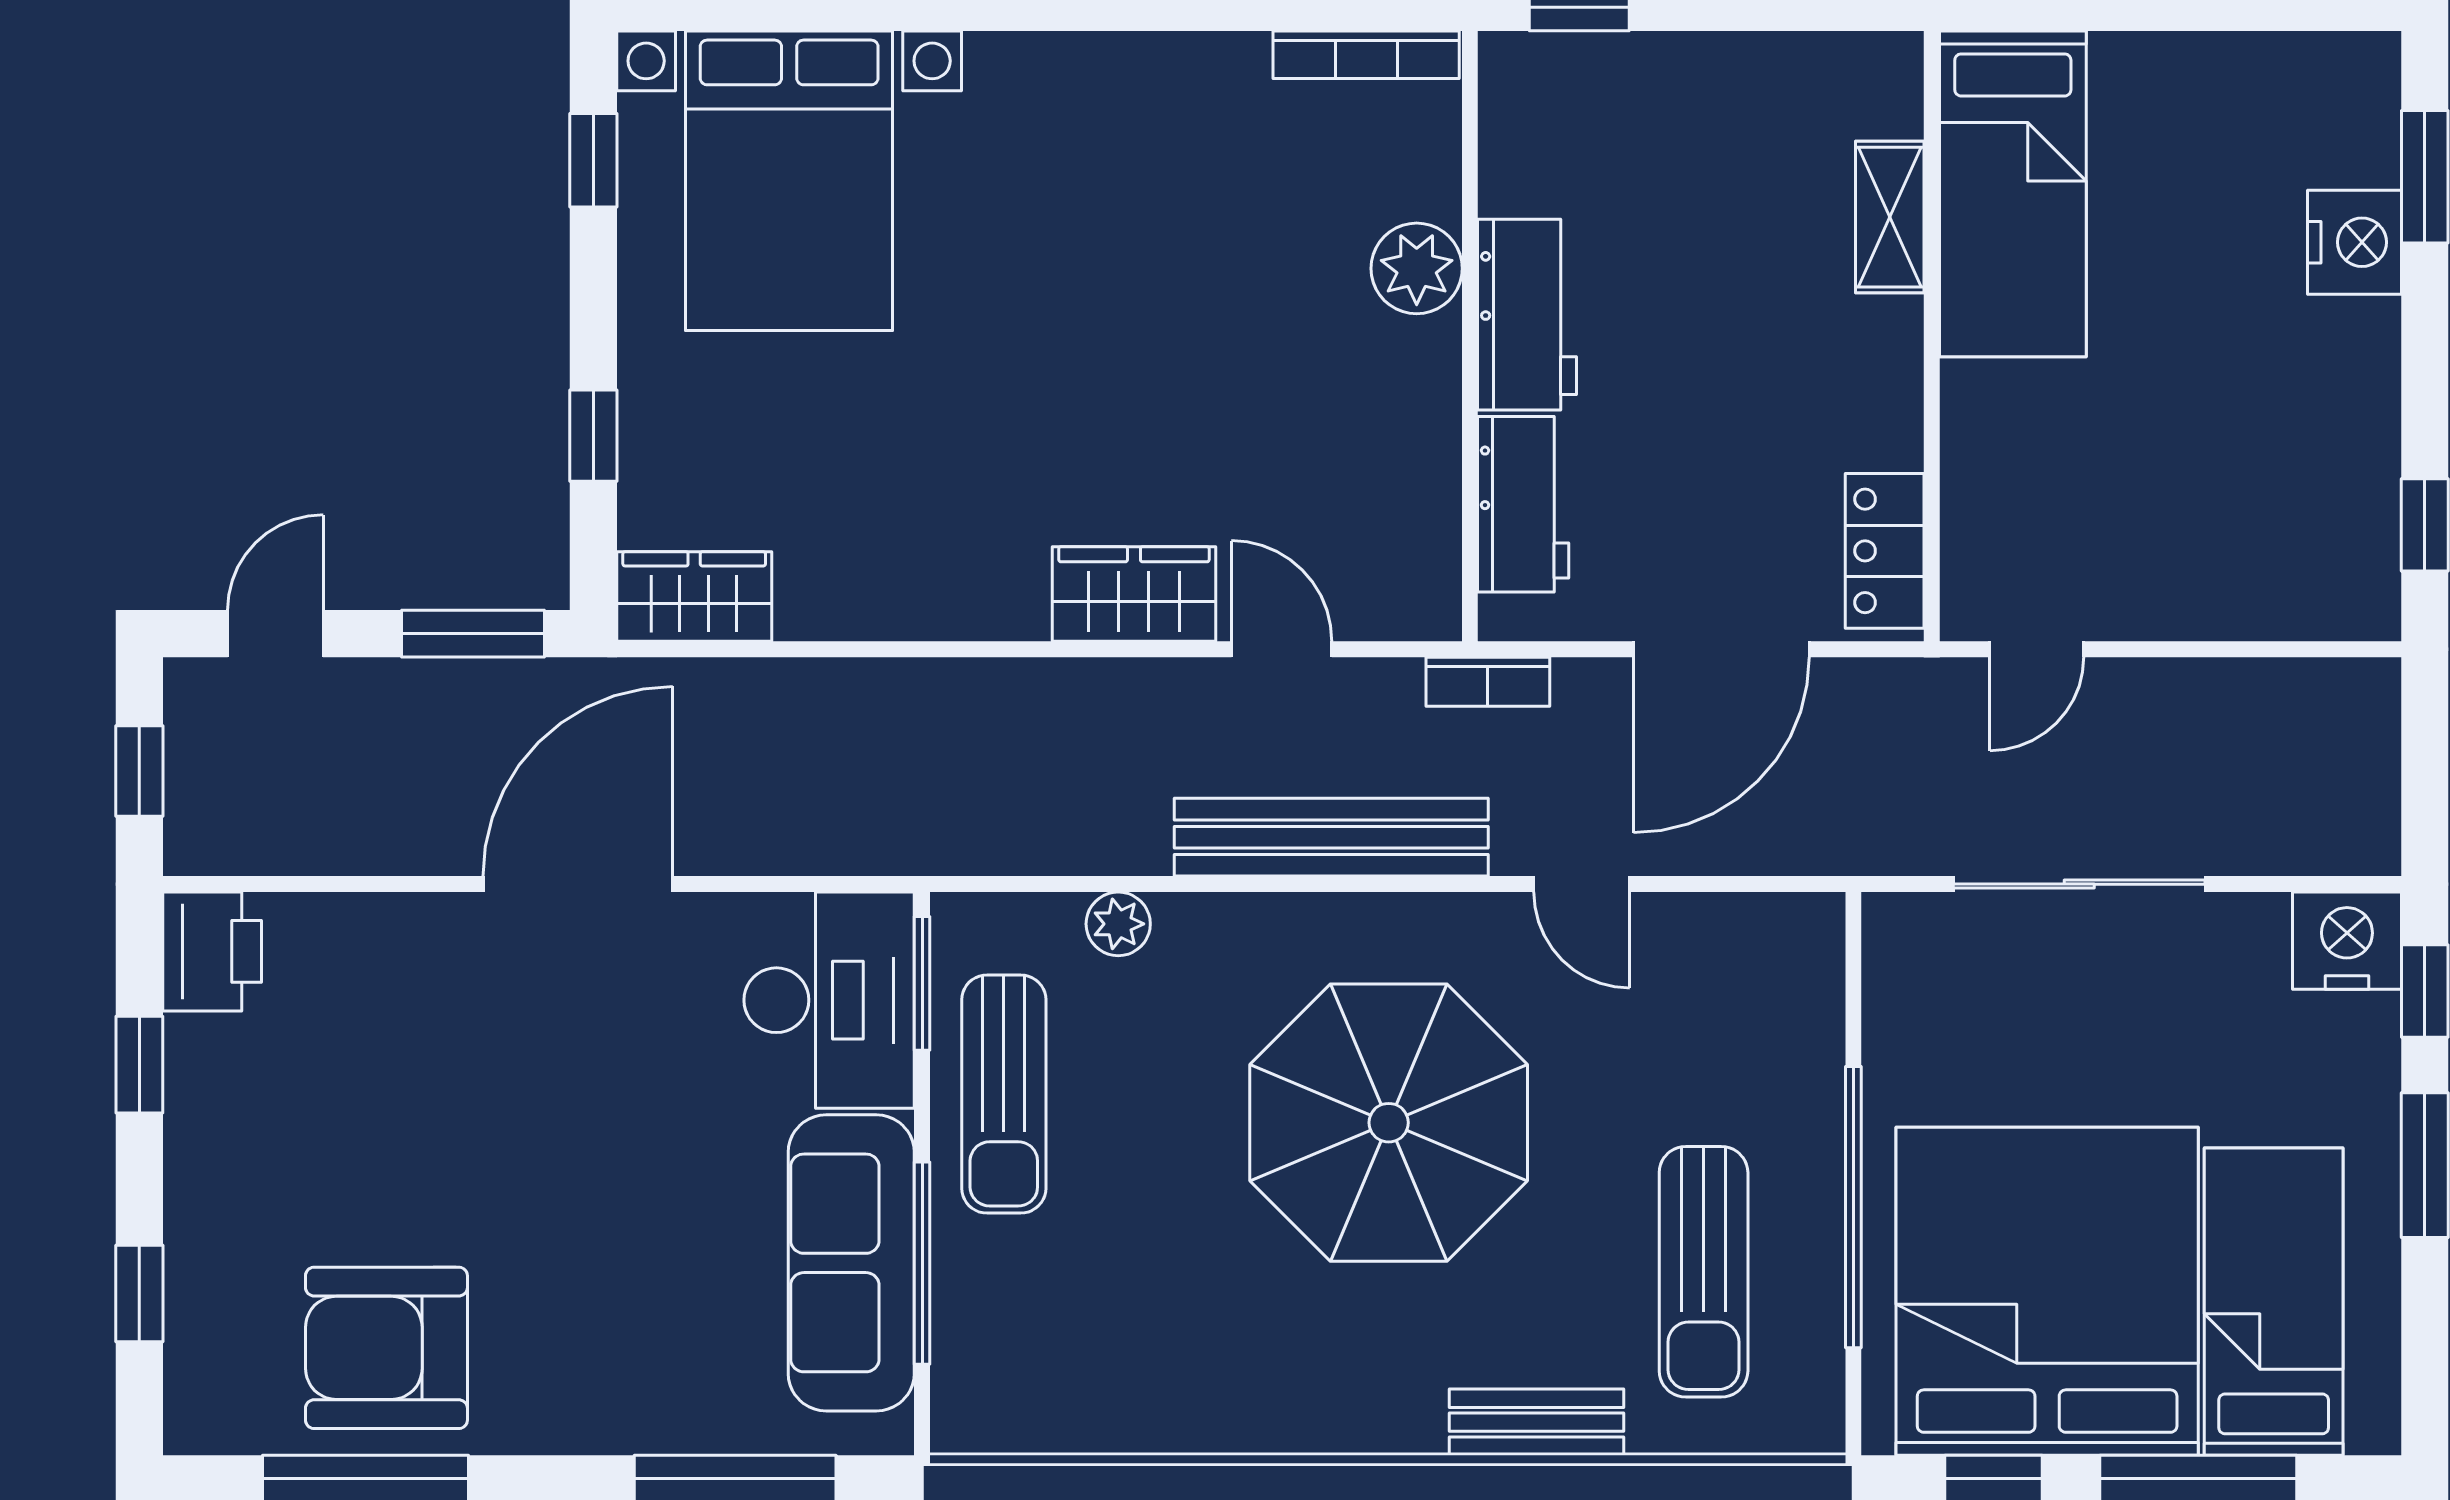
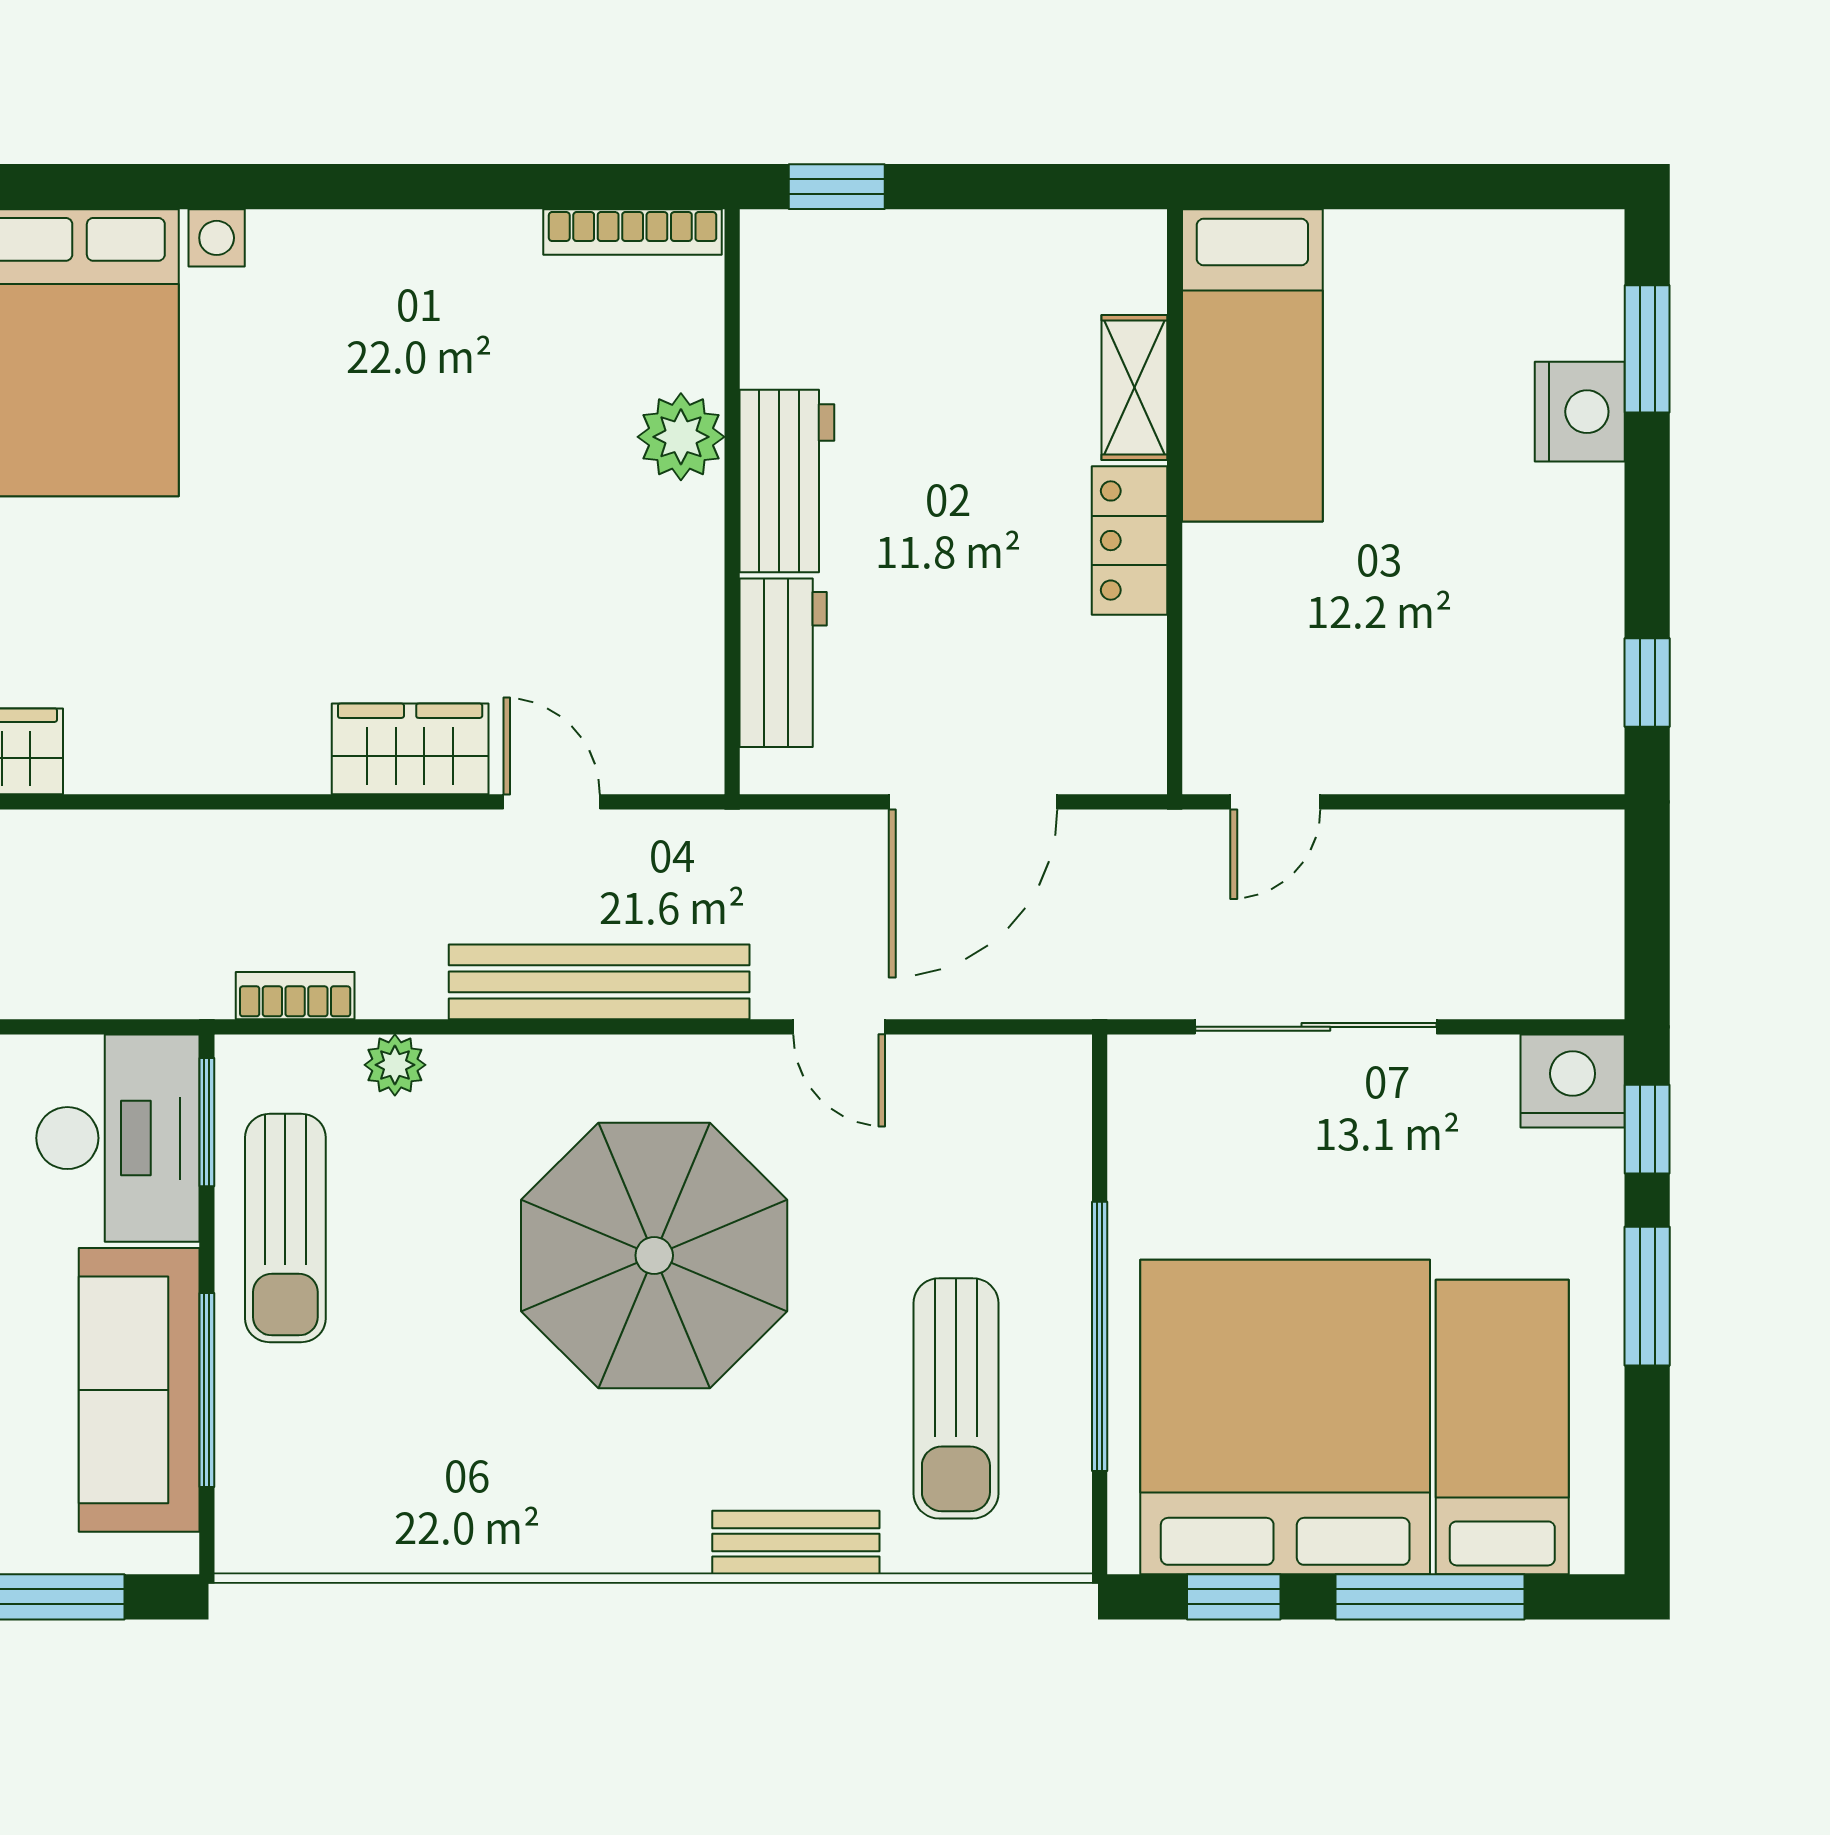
locker: (1885, 551) -> (1130, 541), moved
bookcase: (1488, 682) -> (295, 996), moved, turned 180

